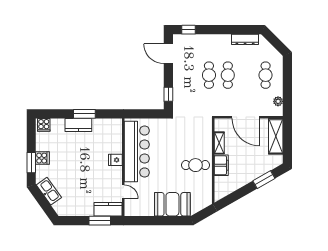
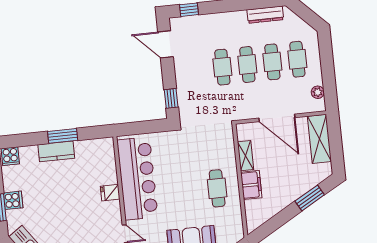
cafe table: (247, 75) -> (272, 62), added
cafe table: (196, 165) -> (217, 188), turned 90

